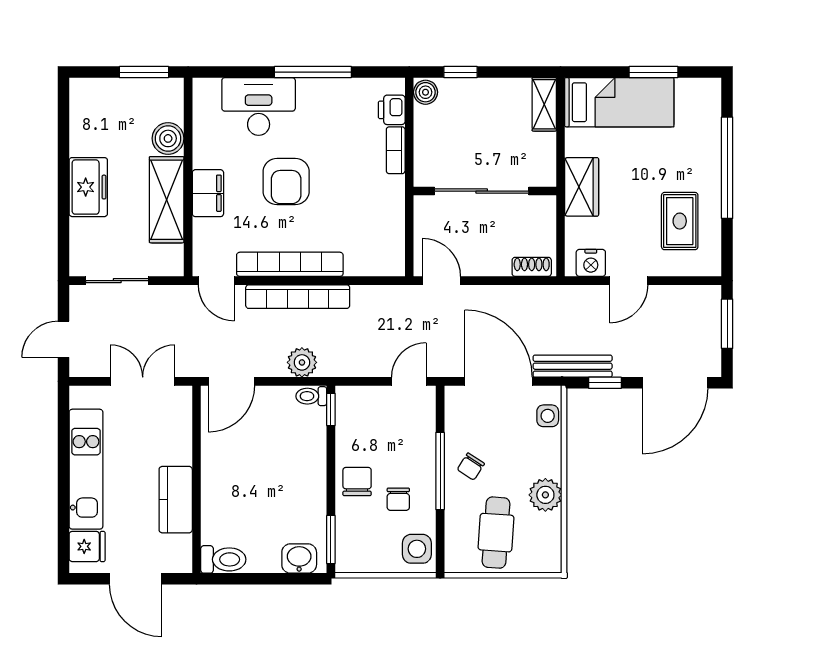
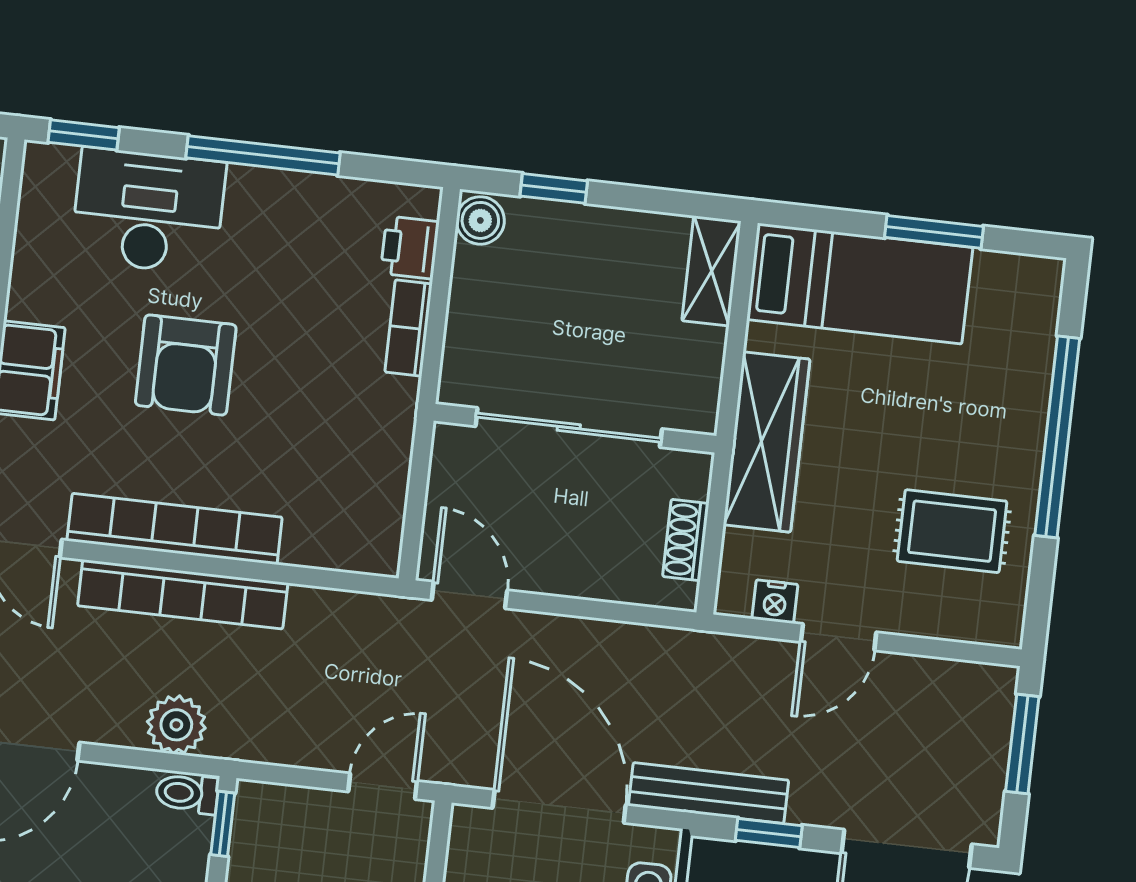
window: (222, 72) -> (84, 135), added
wardrobe: (582, 187) -> (767, 442), width x1.50
rug: (680, 221) -> (952, 531), turned 90
nightstand: (591, 263) -> (775, 602), width x0.72, depth x0.74
shoe rack: (532, 267) -> (686, 540), moved, turned -90

